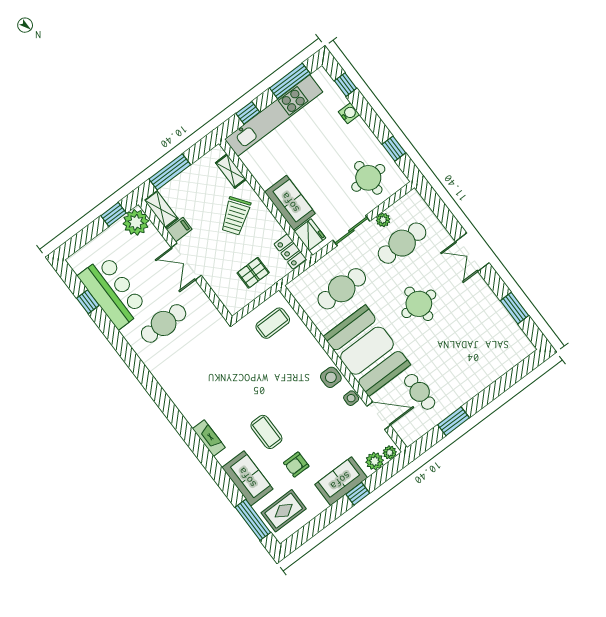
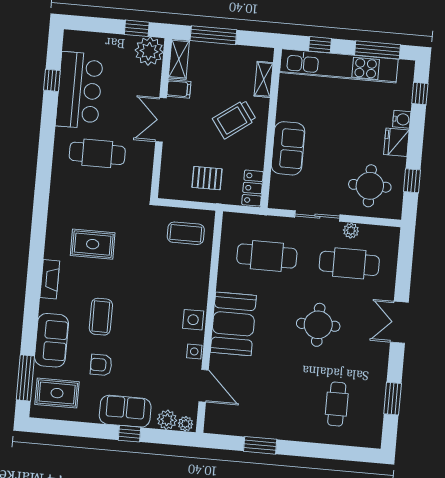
fridge: (310, 235) -> (396, 142), moved, turned 180
booth: (367, 351) -> (233, 324), width x0.73, depth x0.70
rug: (216, 388) -> (93, 244), added
cafe table: (420, 392) -> (337, 404), moved

